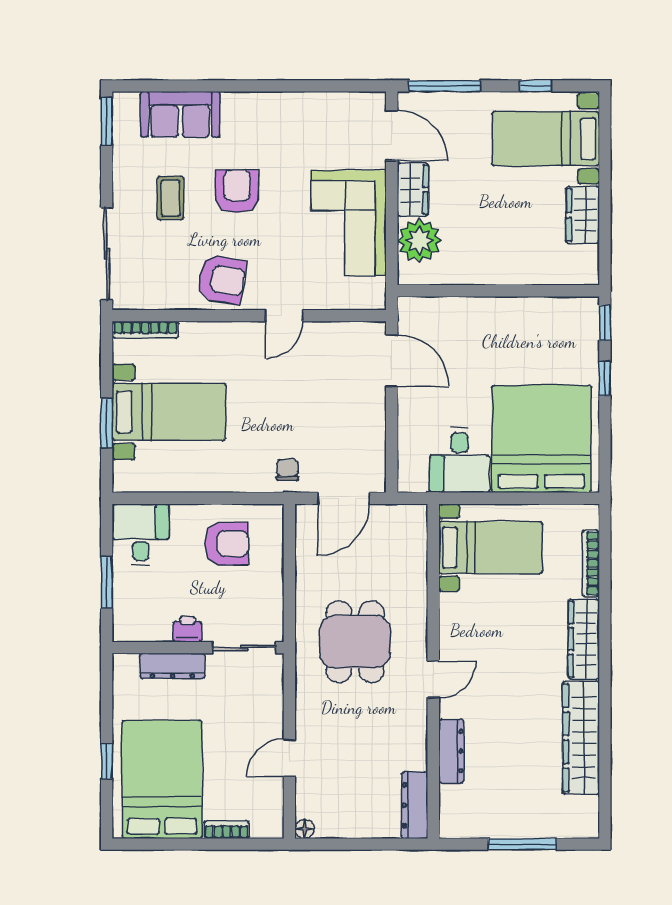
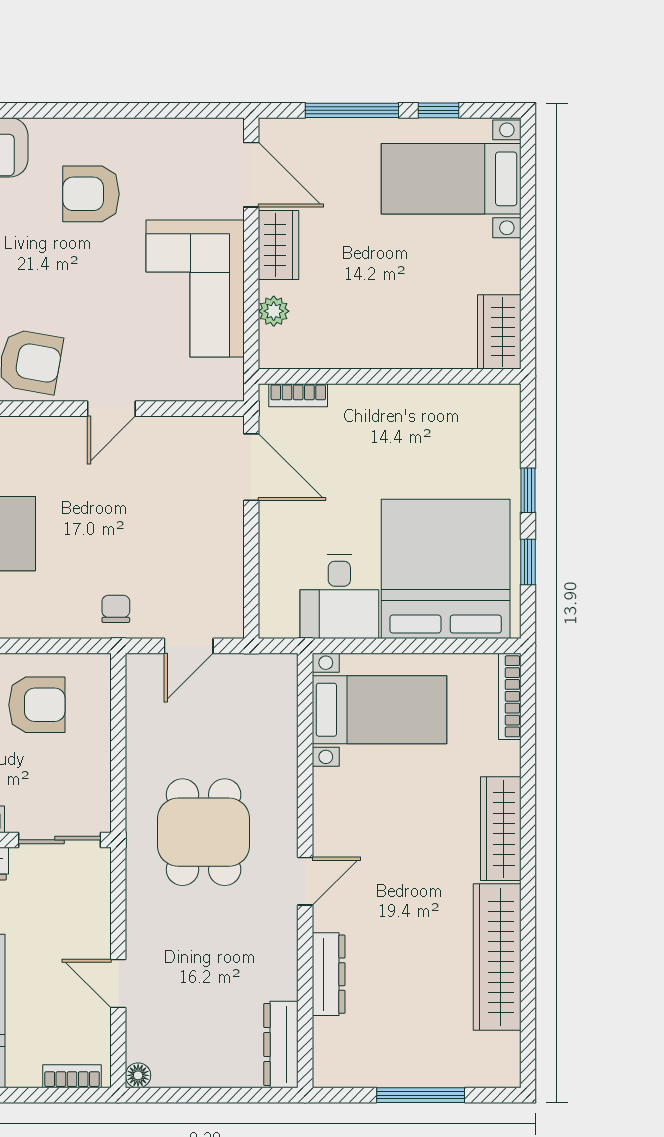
window: (445, 86) -> (352, 110), moved
armchair: (237, 191) -> (91, 194), moved, turned -90
wardrobe: (583, 215) -> (499, 332), moved
plant: (419, 241) -> (274, 311), width x0.53, depth x0.53
bookcase: (428, 305) -> (298, 395), added
window: (605, 323) -> (528, 562), moved
door: (344, 498) -> (189, 646), width x0.73
bookcase: (591, 563) -> (510, 696), moved
door: (289, 758) -> (118, 983), hinge flipped
bookcase: (227, 830) -> (72, 1076), moved

